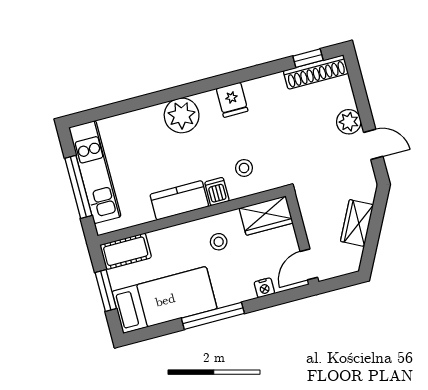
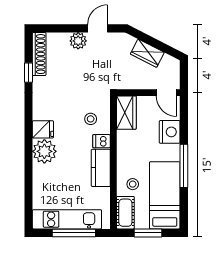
window: (308, 58) -> (28, 73), moved
fridge: (232, 100) -> (43, 129), moved
stool: (219, 242) -> (133, 184), moved
nightstand: (264, 288) -> (170, 132), width x1.89, depth x1.79

